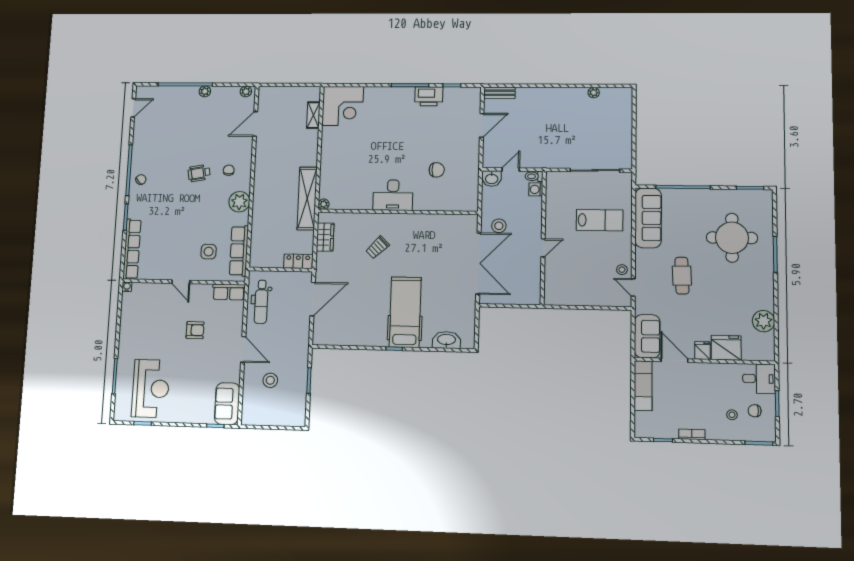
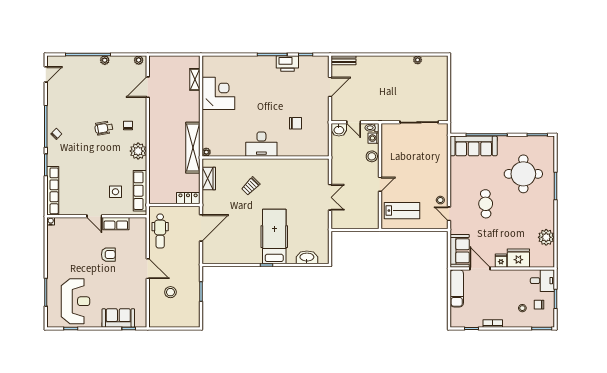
corner desk: (343, 106) -> (218, 93), moved, turned -90
door: (511, 169) -> (354, 122), swing flipped
sofa: (648, 218) -> (474, 146), moved, turned 90
lab bench: (600, 220) -> (402, 211), moved
stool: (499, 226) -> (372, 156), moved
double door: (478, 263) -> (330, 197), width x0.54
row of seats: (229, 292) -> (116, 224), moved
sofa: (227, 404) -> (118, 318), moved, turned 90

